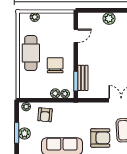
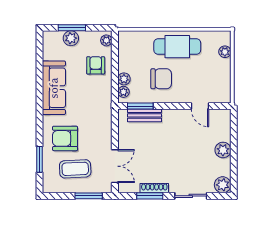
armchair: (45, 115) -> (96, 65), turned 85
armchair: (100, 138) -> (65, 138), turned 90

